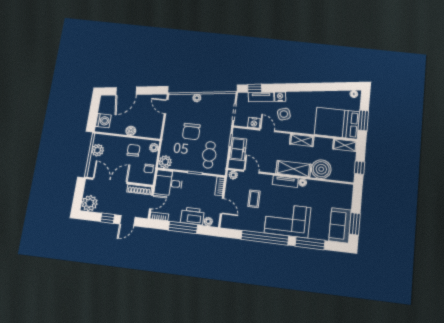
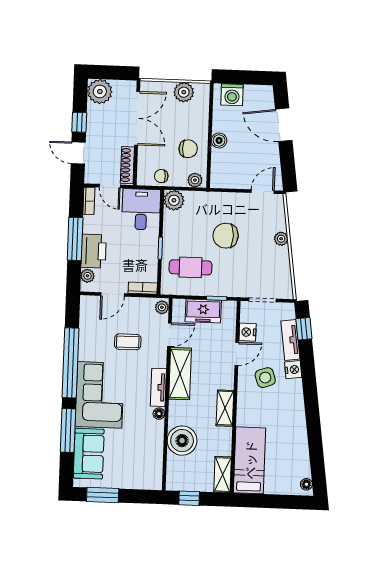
window: (363, 120) -> (264, 501), removed
bed: (337, 123) -> (250, 460), width x0.67
shelving: (293, 169) -> (180, 374), moved
sofa: (340, 225) -> (89, 454), moved, turned 90

